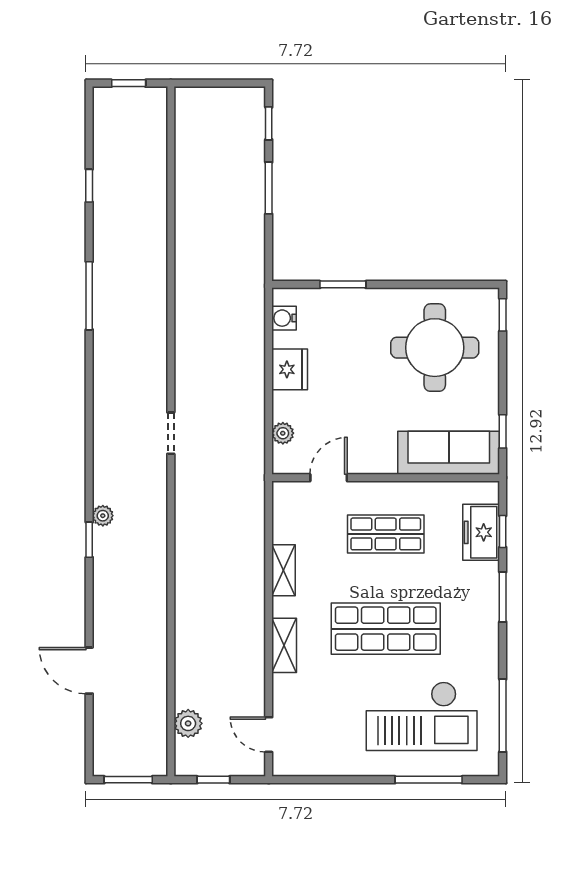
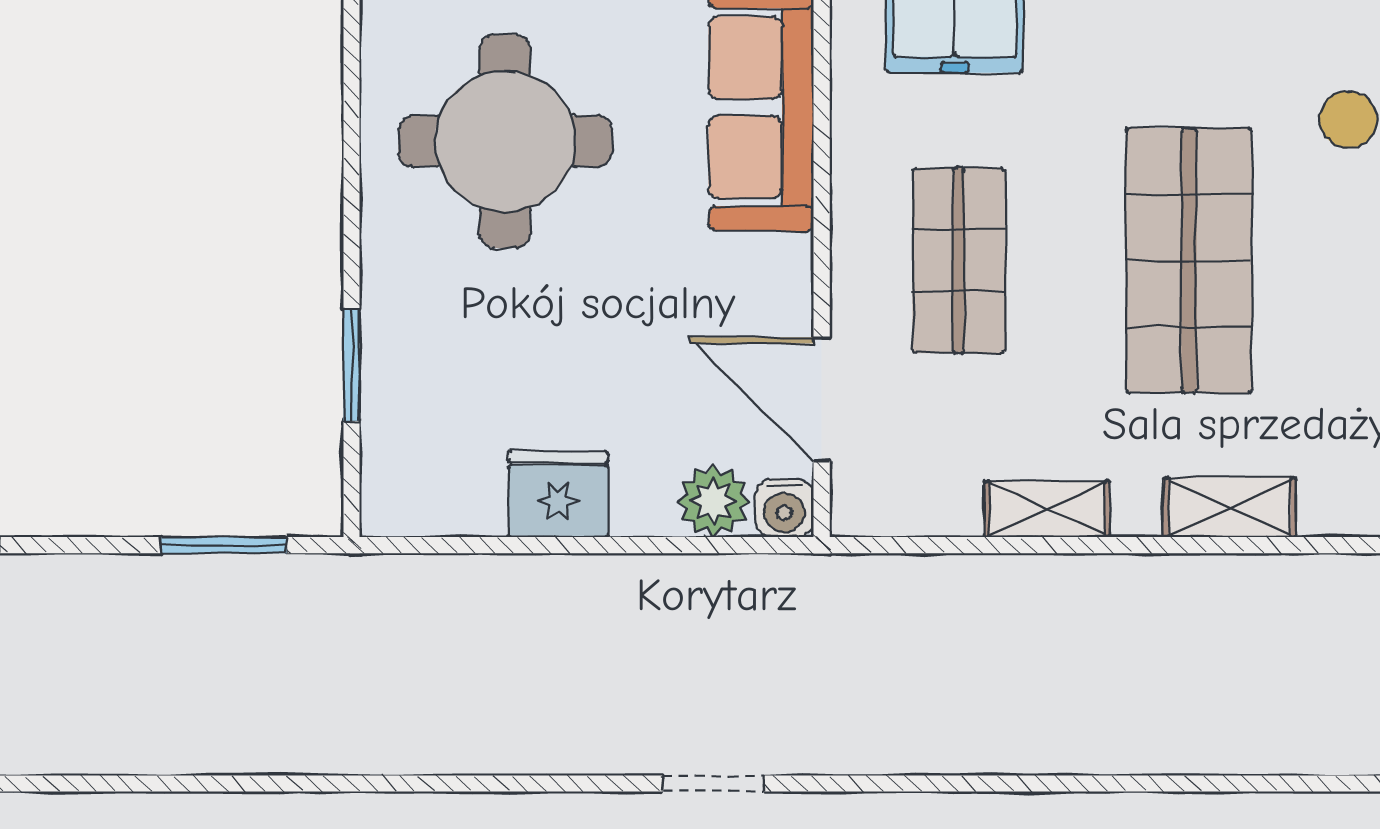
window: (269, 188) -> (223, 545), moved
water cooler: (284, 318) -> (784, 508), moved
plant: (283, 433) -> (713, 501), width x1.38, depth x1.38
door: (329, 478) -> (822, 399), width x1.38

